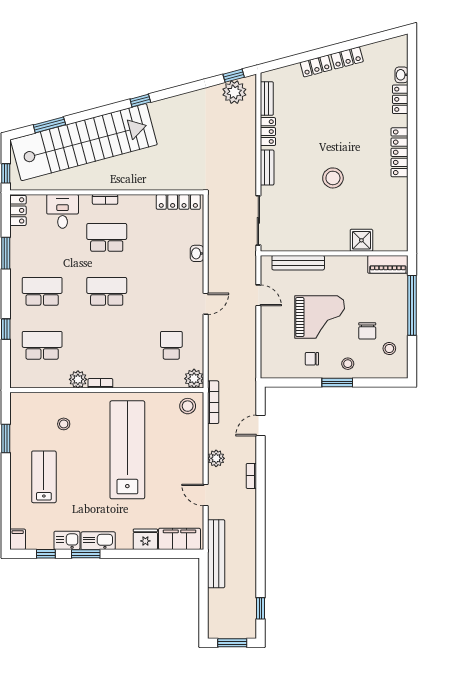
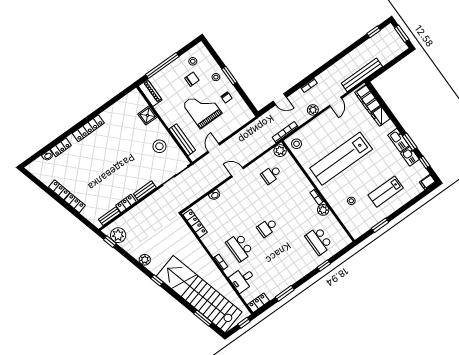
plant: (178, 104) -> (145, 260), added
stool: (333, 178) -> (159, 146), moved
school desk: (42, 291) -> (291, 261), removed
school desk: (107, 291) -> (267, 227), width x0.54

